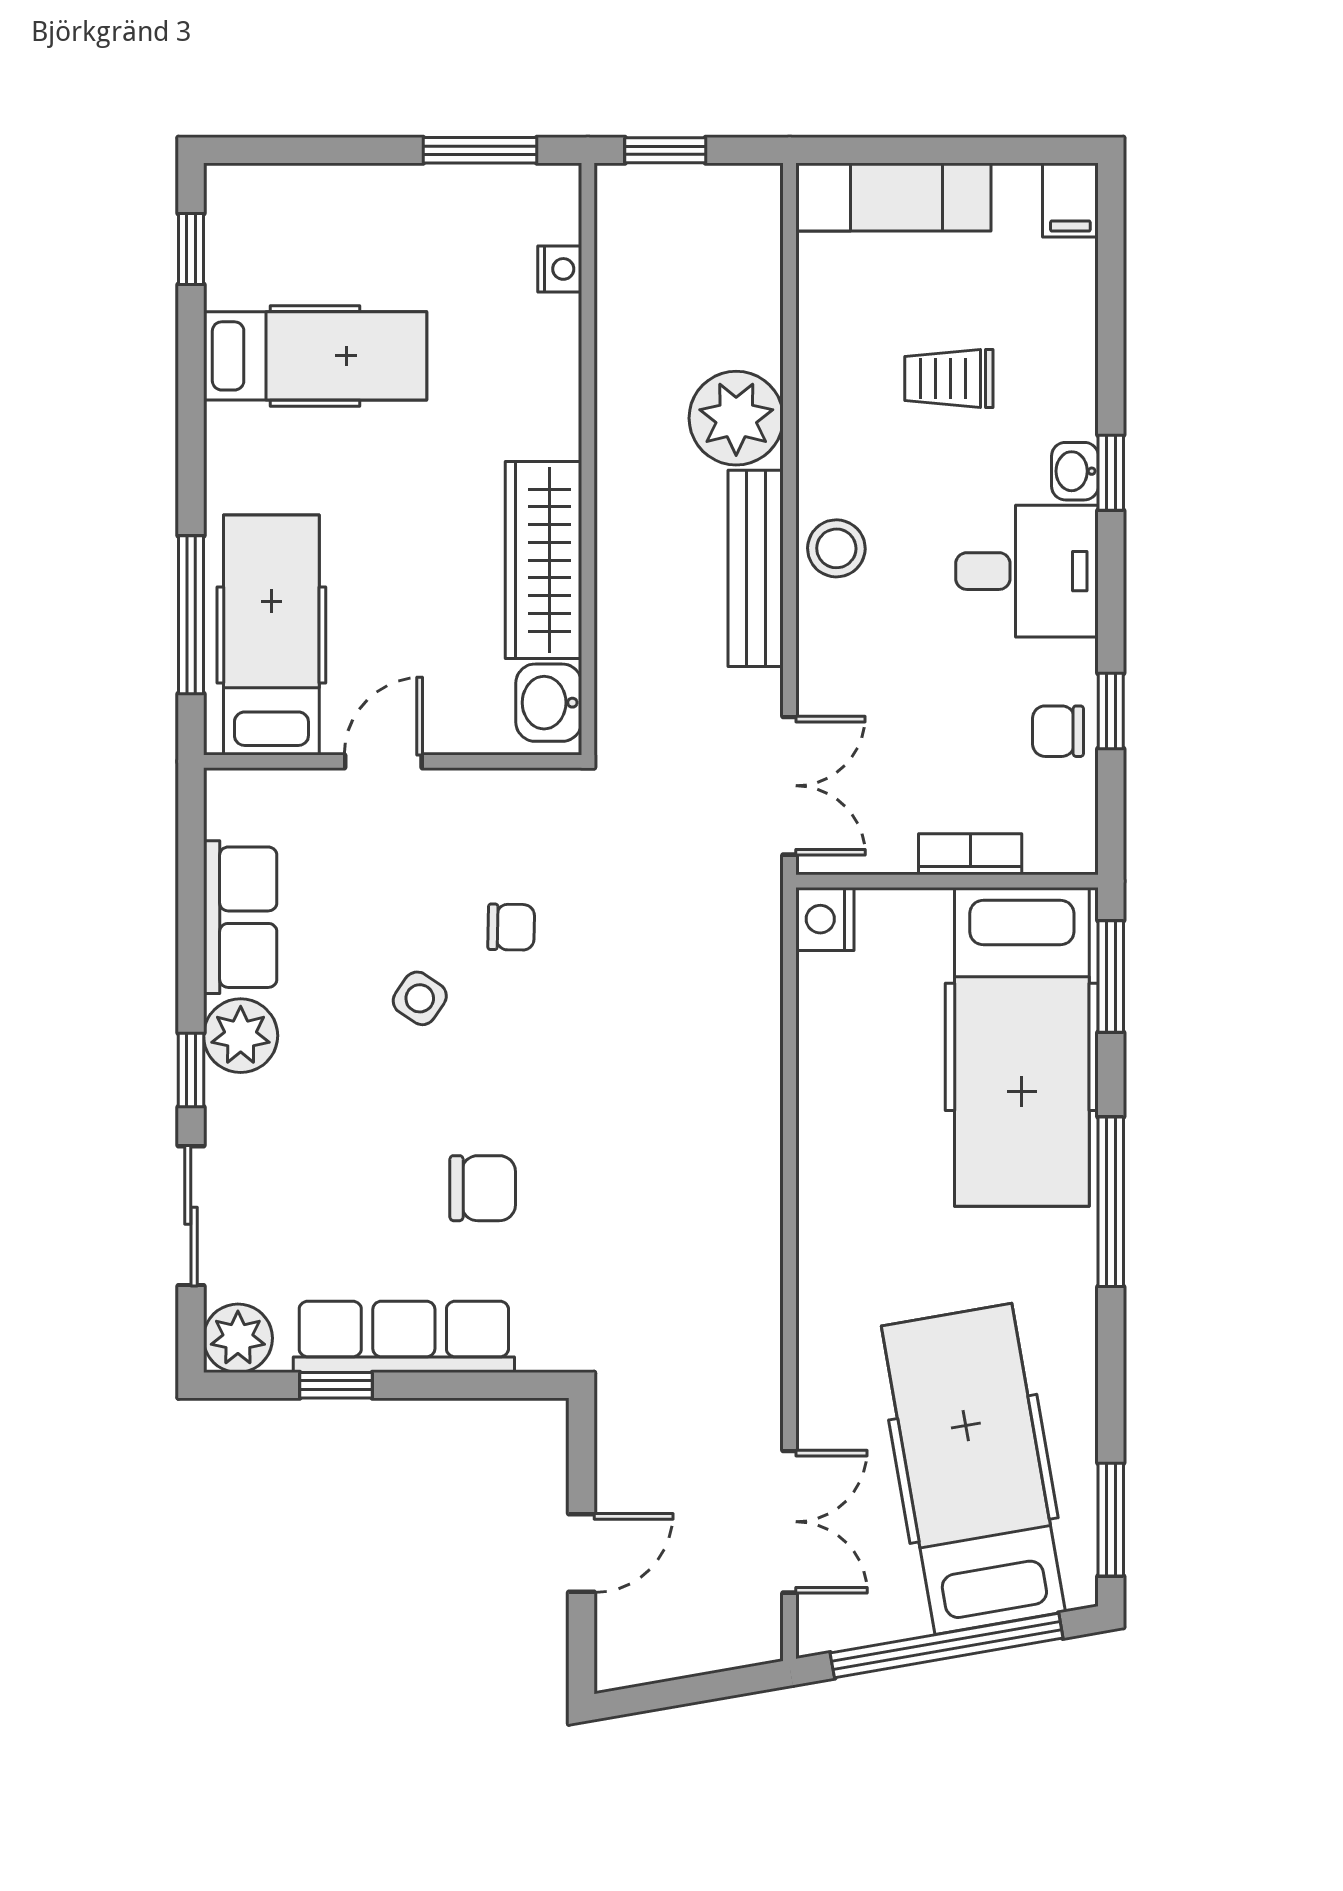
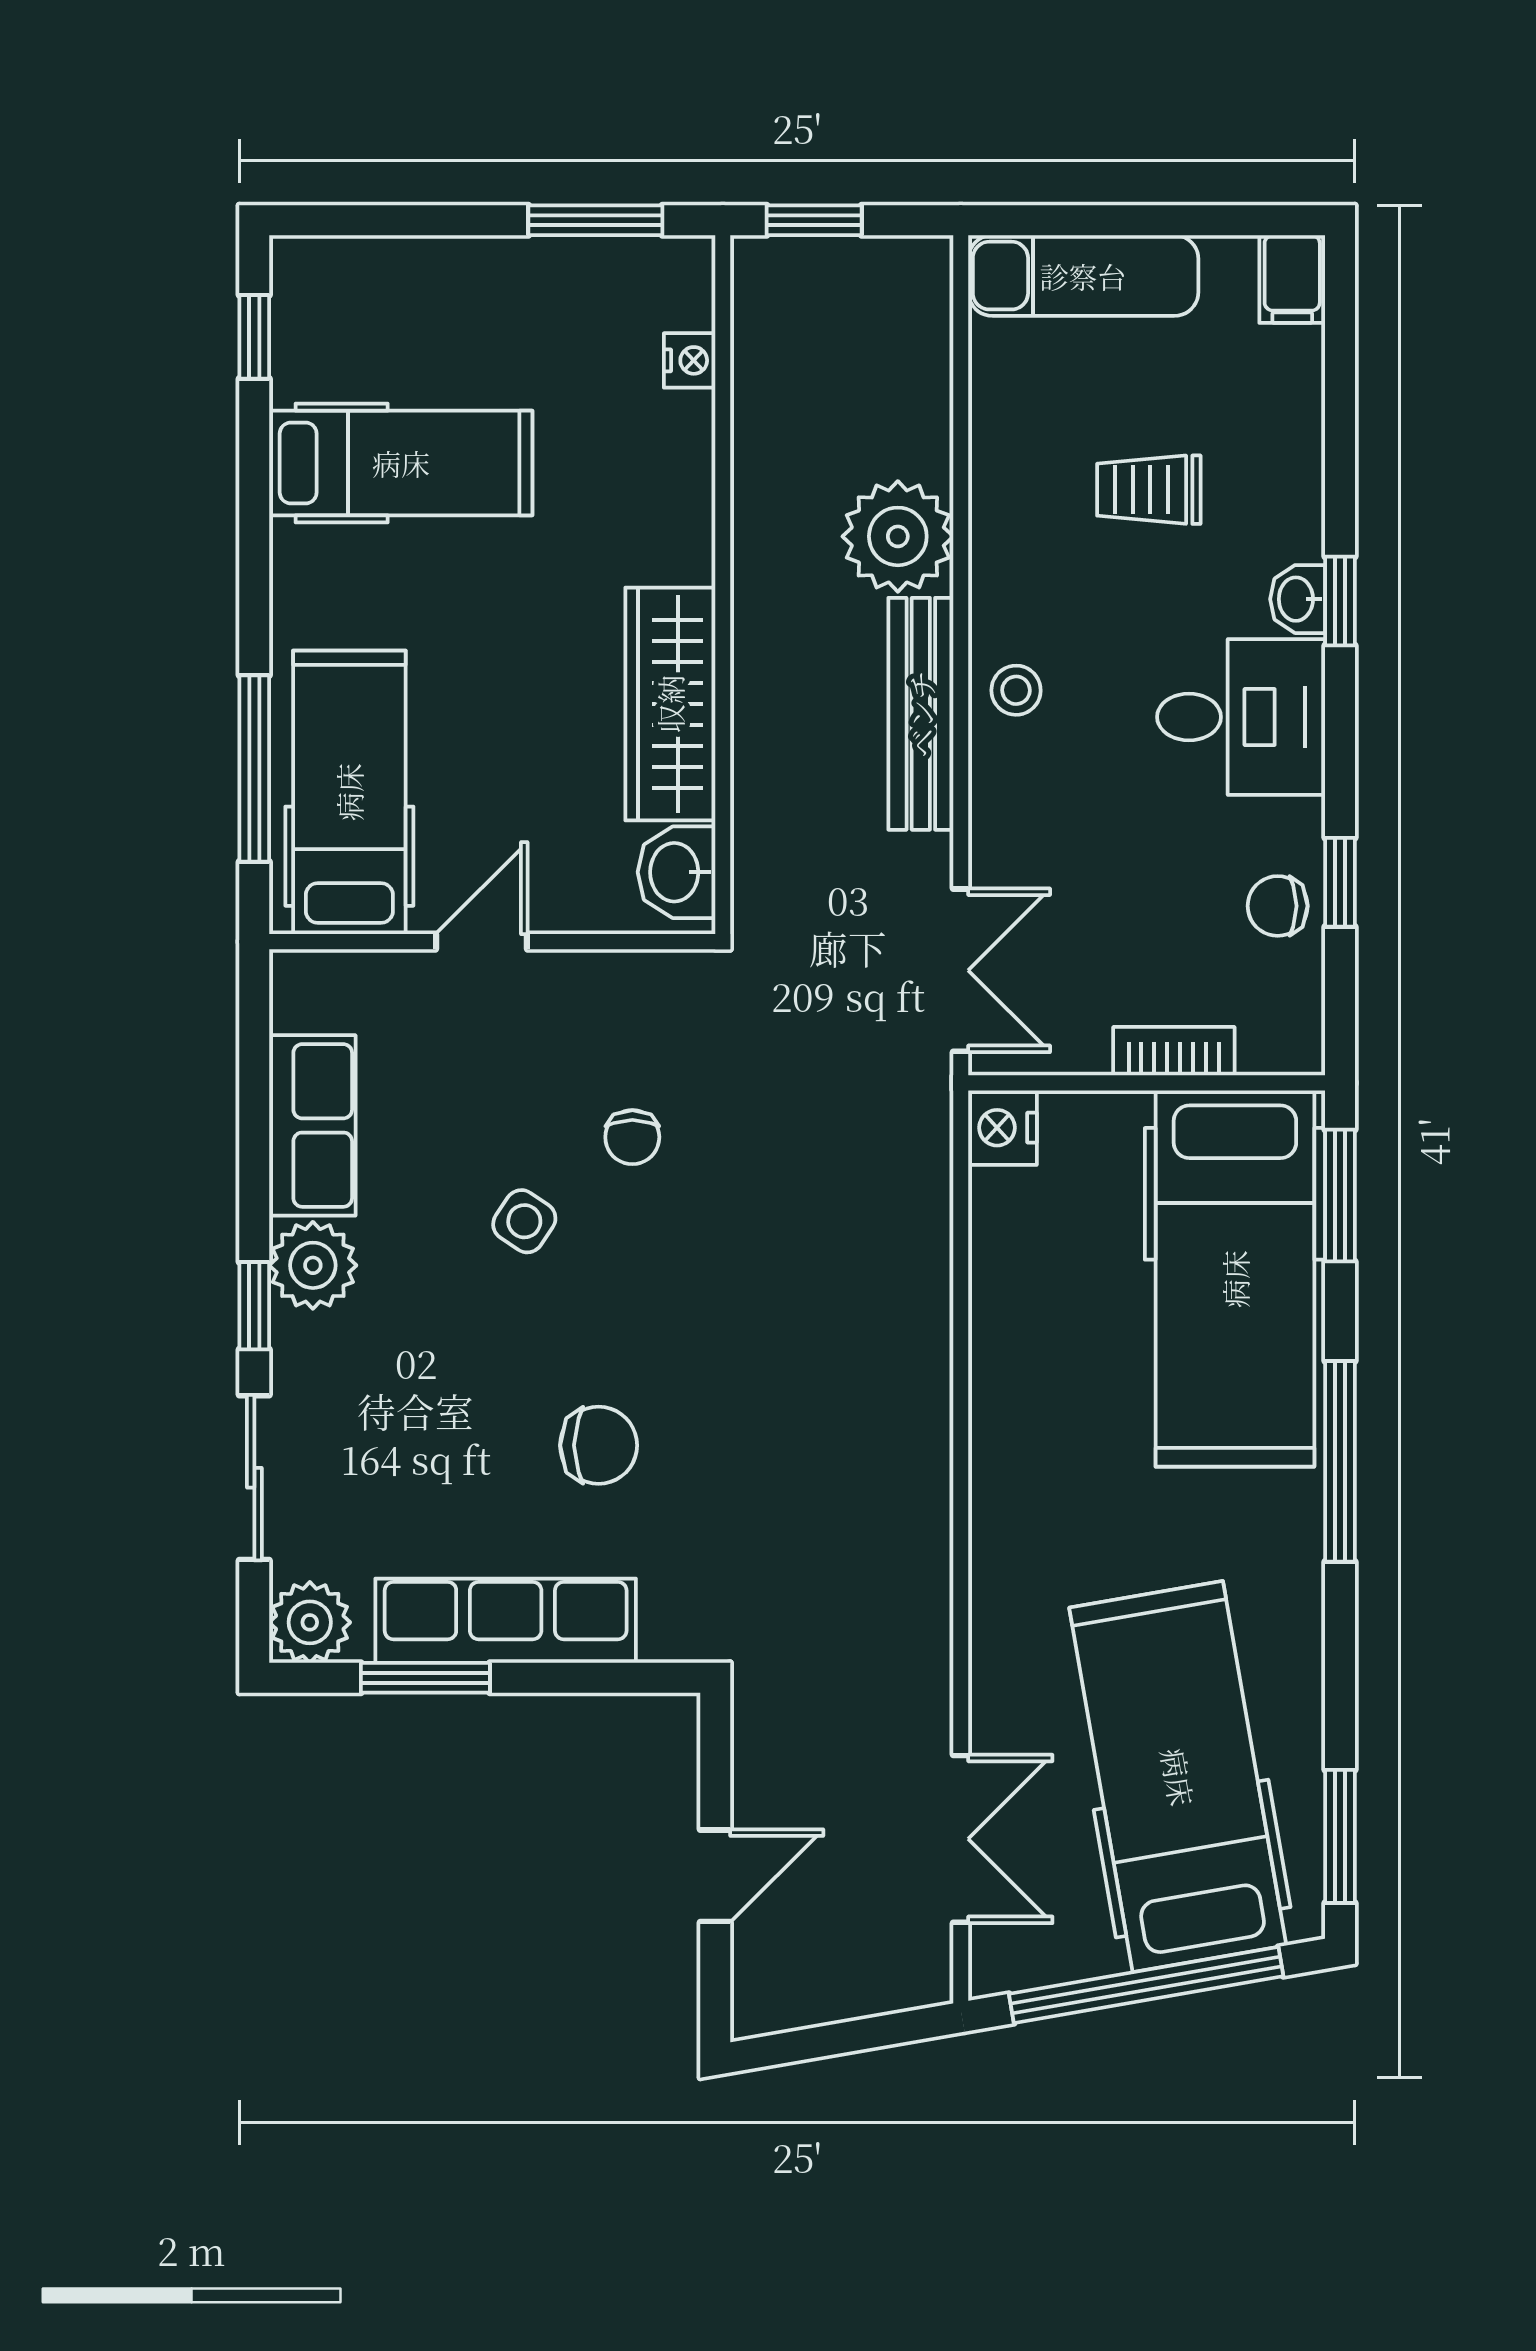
stool: (836, 548) -> (1016, 690), width x0.73, depth x0.73
chair: (511, 927) -> (632, 1137), turned 89
window: (336, 1385) -> (425, 1678), width x1.50

